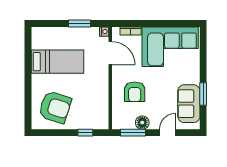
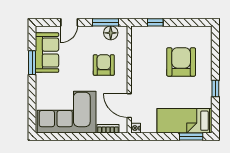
window: (79, 23) -> (191, 137), moved
bed: (57, 62) -> (184, 121), moved
window: (28, 69) -> (215, 88), added
armchair: (55, 107) -> (181, 62), moved, turned 72
floor lamp: (142, 123) -> (111, 33), moved

